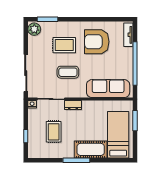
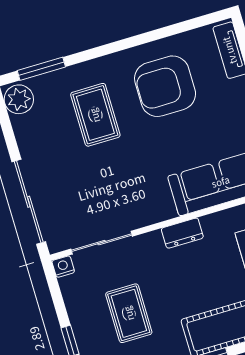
rug: (64, 45) -> (95, 115), turned 90
coffee table: (68, 72) -> (121, 172), removed
dresser: (73, 105) -> (182, 233), moved

